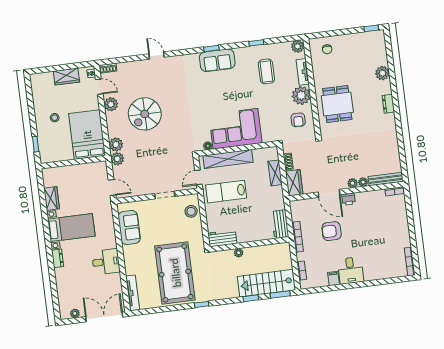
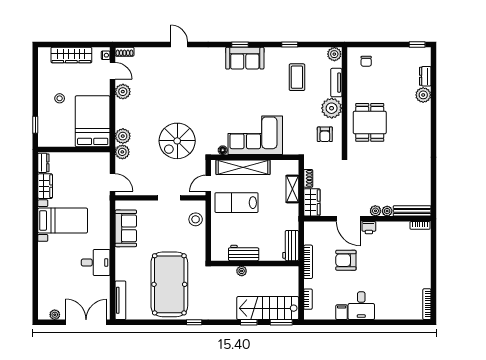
wardrobe: (66, 76) -> (71, 55), width x1.50
dresser: (388, 104) -> (425, 76), moved
spiral stairs: (145, 114) -> (177, 141), moved
workbench: (222, 238) -> (244, 253), moved
dresser: (57, 258) -> (43, 163), moved

